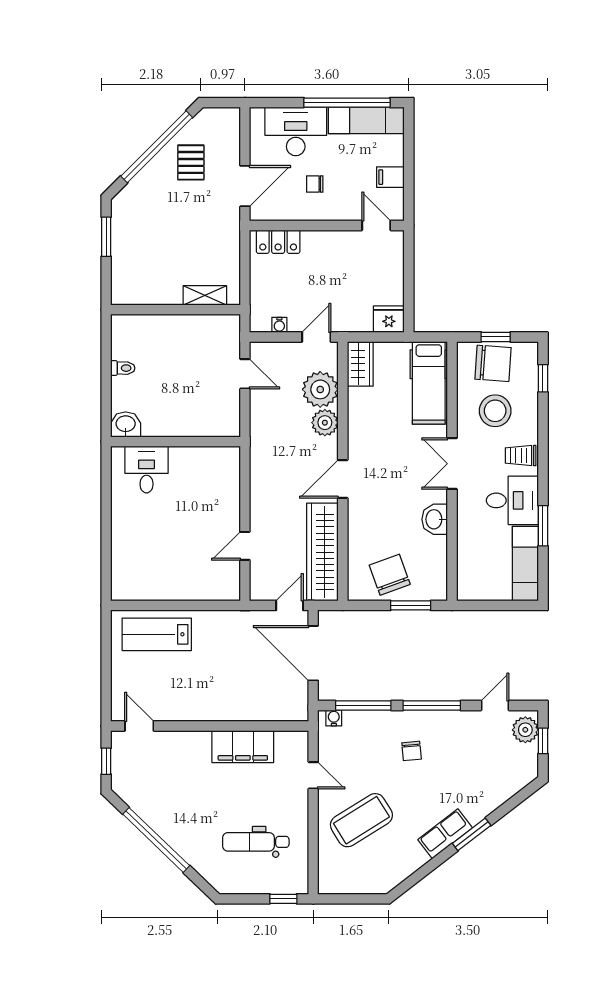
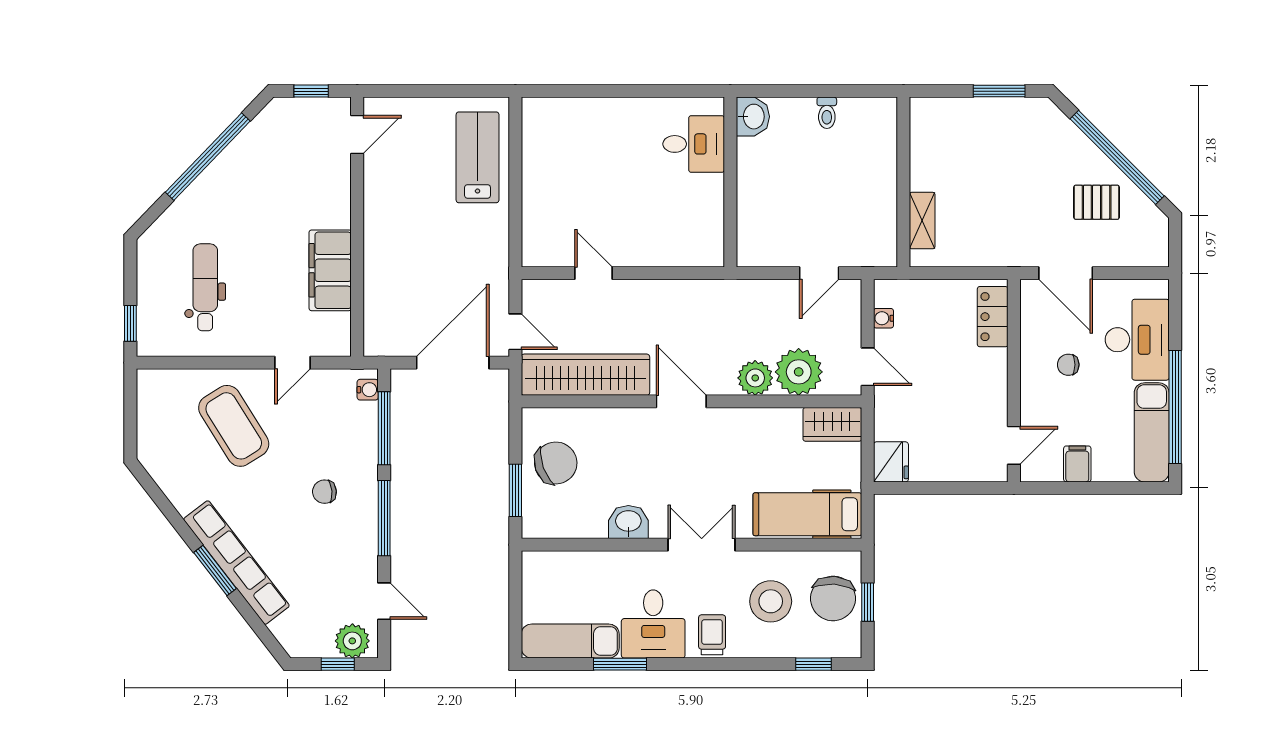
chair: (315, 184) -> (1068, 365), turned -90
row of seats: (445, 834) -> (236, 563), width x2.02

